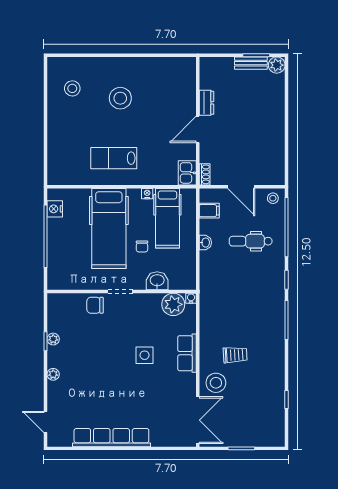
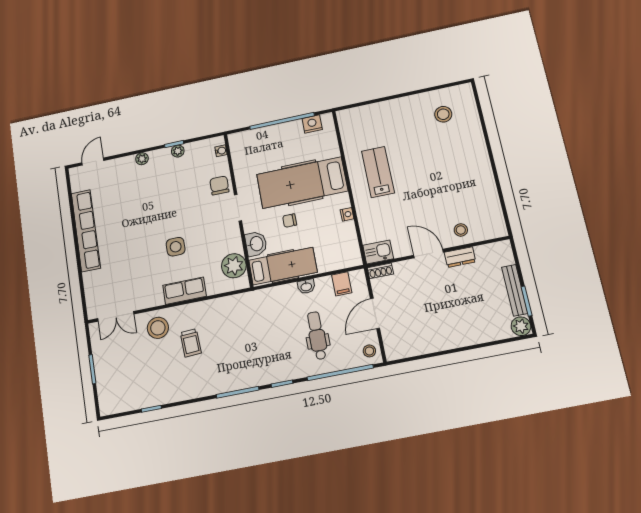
bench: (251, 63) -> (515, 290), width x1.36
stool: (120, 98) -> (461, 230), moved, width x0.53, depth x0.53
hospital bed: (167, 218) -> (283, 266), moved, turned 180
water cooler: (191, 298) -> (221, 151), moved
double door: (198, 420) -> (116, 316), width x0.73

